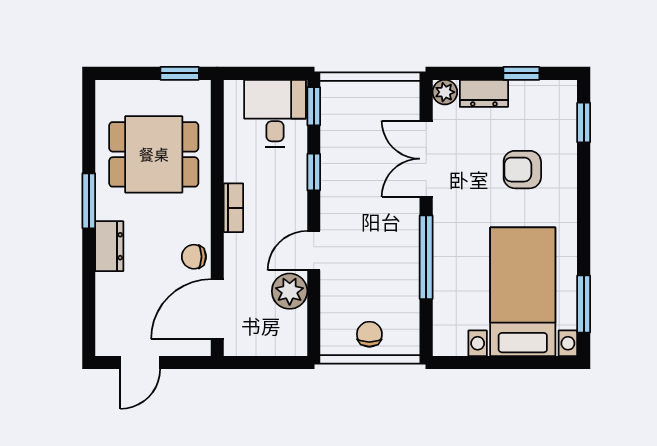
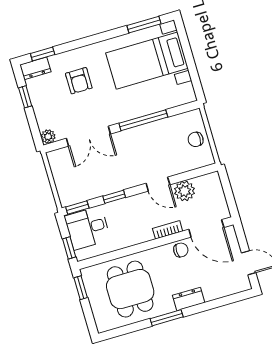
window: (251, 73) -> (69, 248), added
dresser: (484, 93) -> (35, 68), moved, turned 90
bookcase: (233, 208) -> (168, 230), moved
chair: (194, 257) -> (181, 250), turned -90

